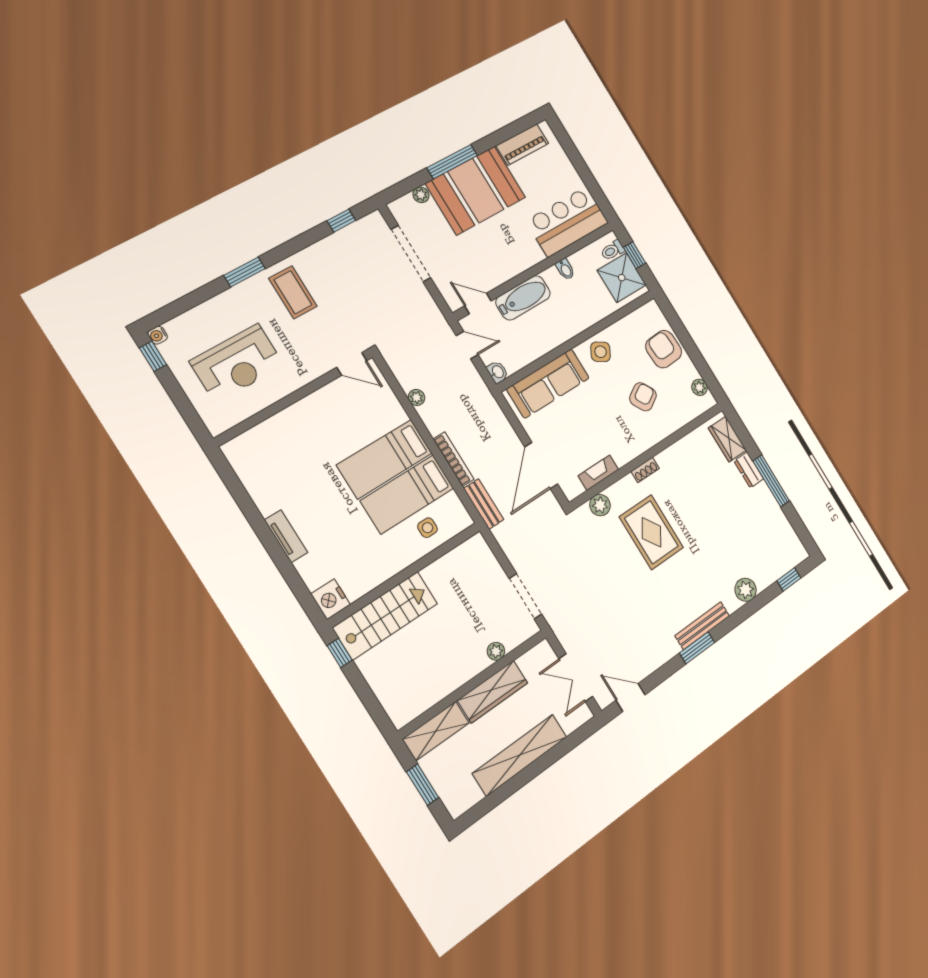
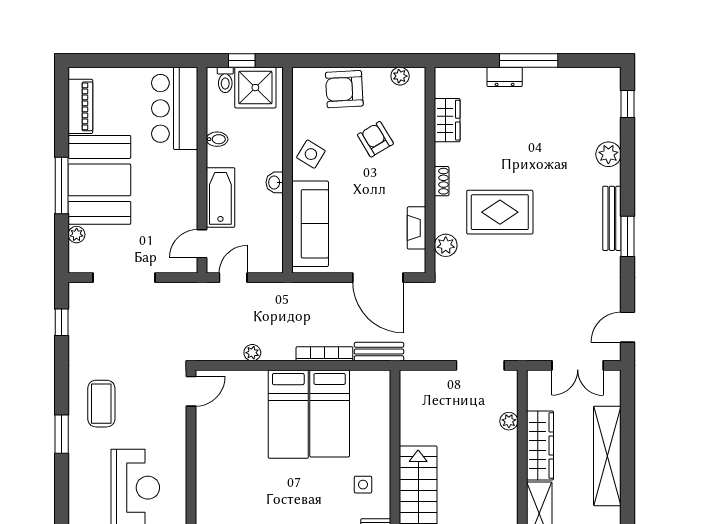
coffee table: (293, 292) -> (101, 404), turned 90
washbasin: (498, 372) -> (275, 182), moved, turned -90
wardrobe: (727, 439) -> (447, 120), moved, turned -90
side table: (428, 528) -> (363, 485), moved

